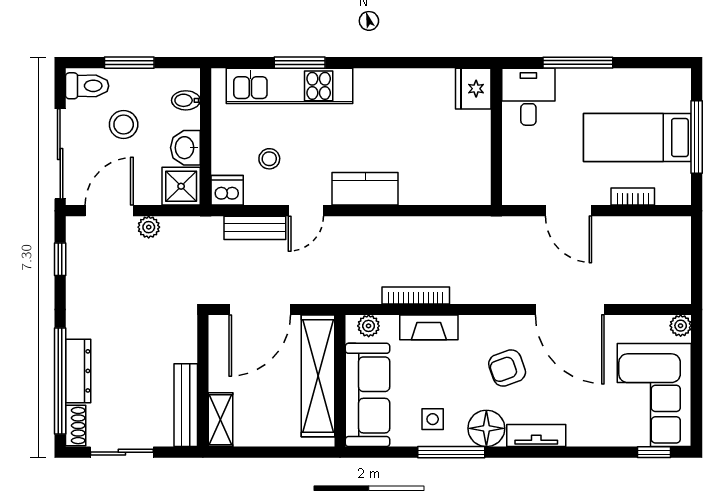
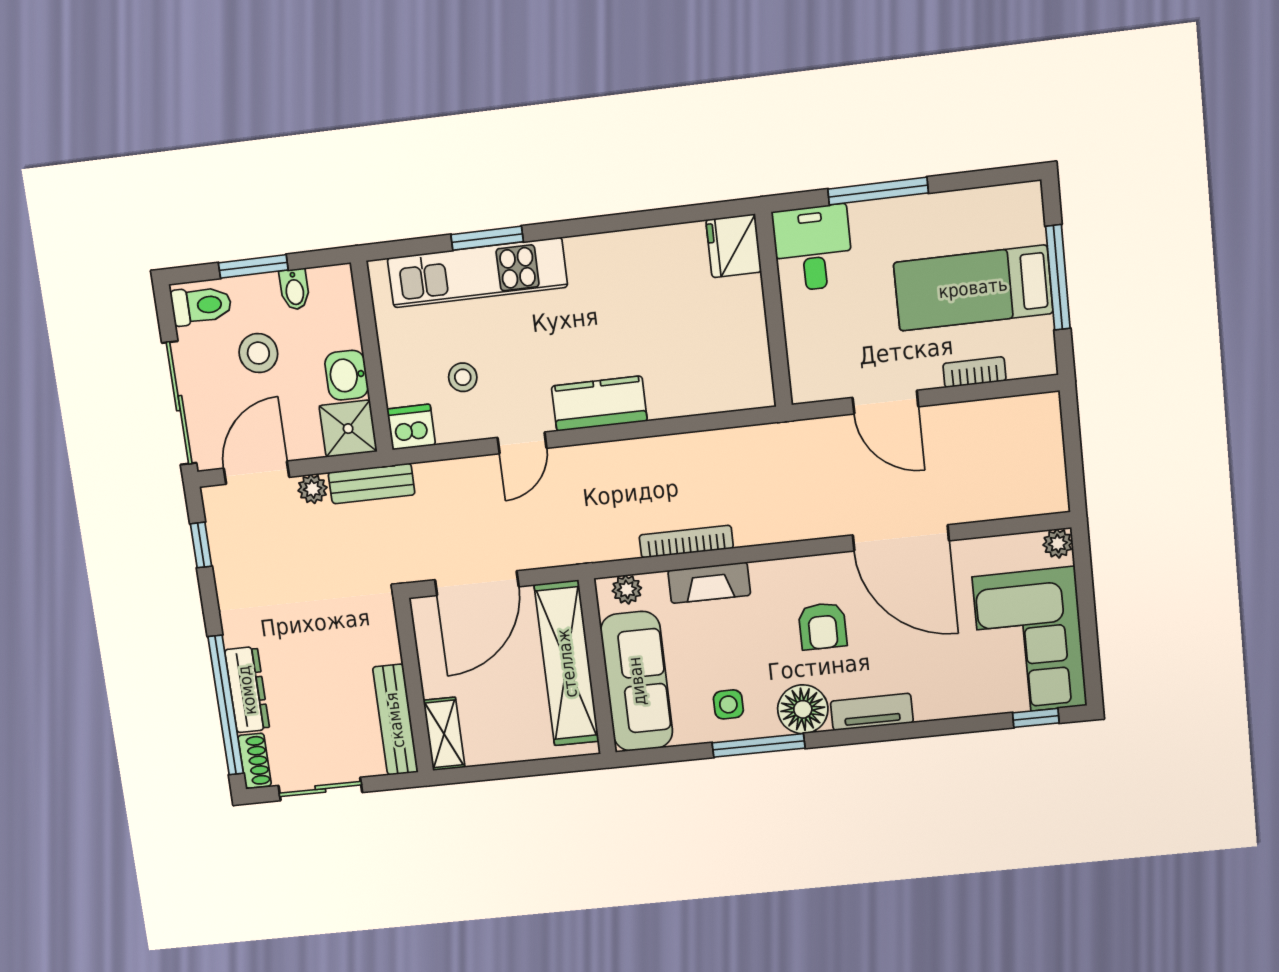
bidet: (186, 100) -> (294, 289), moved, turned -90
bench: (255, 228) -> (372, 483), moved
armchair: (507, 368) -> (822, 626), turned -70

